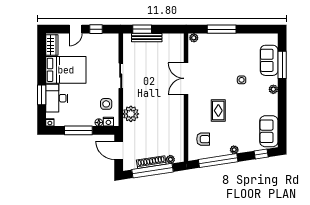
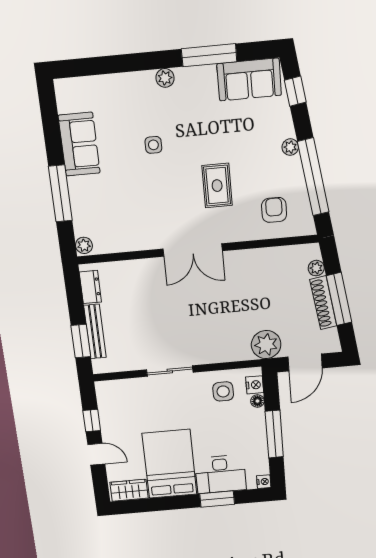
dresser: (171, 38) -> (90, 287), added
sofa: (269, 60) -> (79, 144), moved, turned -90
window: (282, 65) -> (209, 55), moved
double door: (186, 78) -> (193, 250), moved
rug: (218, 111) -> (217, 186), turned 90
plant: (131, 114) -> (266, 345), moved
window: (152, 171) -> (339, 299), width x0.68

